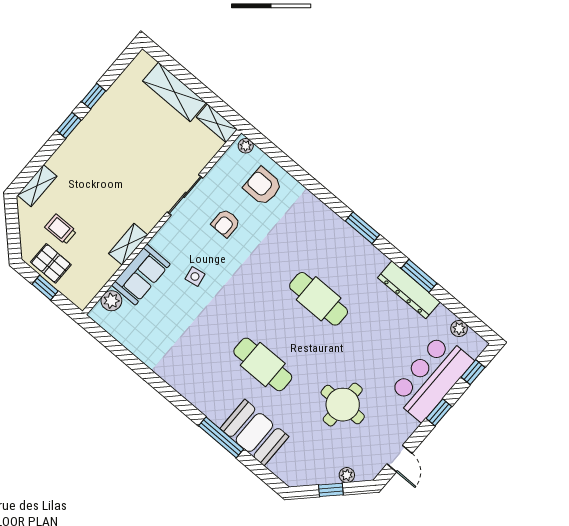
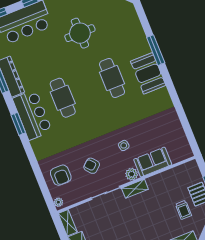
armchair: (226, 223) -> (92, 166), turned -131
shelving: (128, 244) -> (135, 189), moved
bar counter: (349, 251) -> (32, 115), added
plant: (111, 301) -> (132, 174), moved
booth: (254, 433) -> (148, 73), moved

